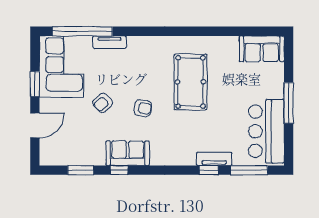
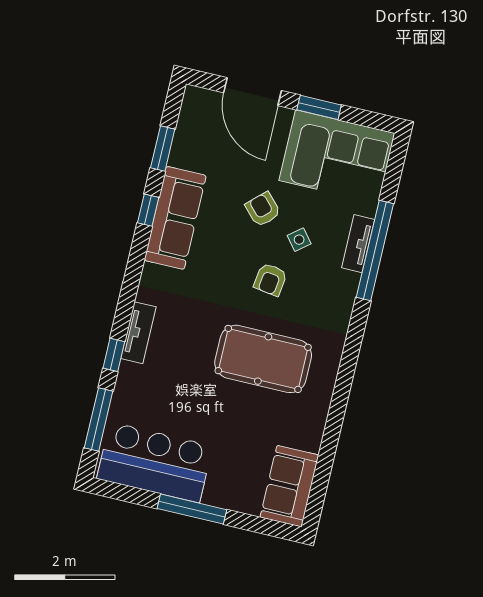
window: (82, 31) -> (375, 251), moved
side table: (115, 77) -> (299, 240), added
armchair: (143, 108) -> (270, 280), moved
door: (35, 125) -> (253, 92), width x1.36
sofa: (128, 153) -> (175, 218), width x1.36
tv unit: (214, 159) -> (138, 333), moved

